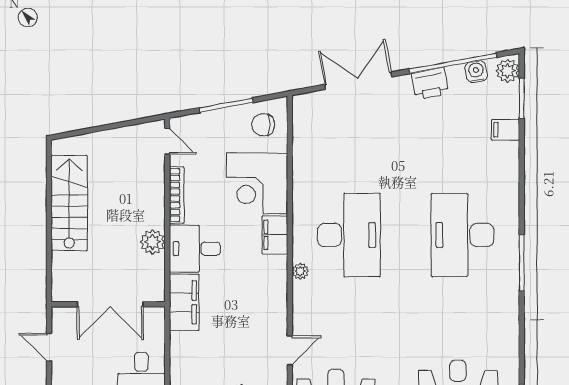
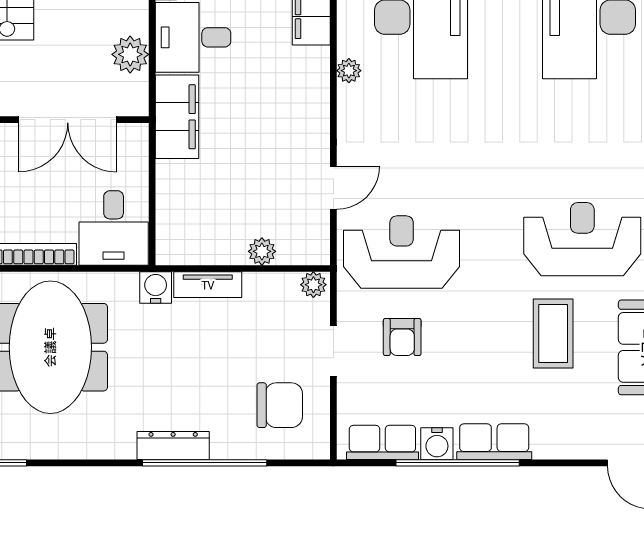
plant: (152, 242) -> (130, 54), moved

